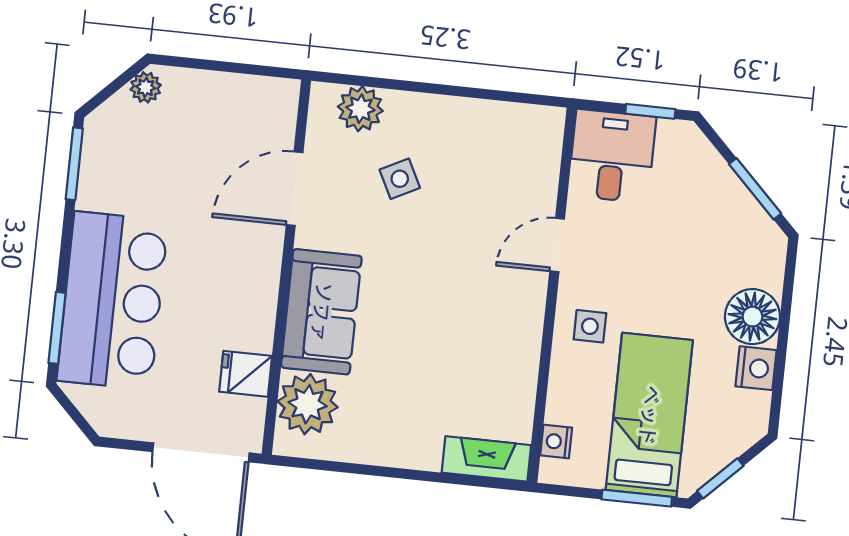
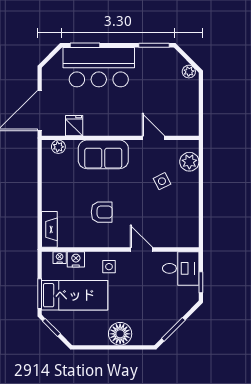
door: (295, 189) -> (153, 138), width x0.73
armchair: (458, 330) -> (102, 212), added
nightstand: (756, 368) -> (76, 259), moved, turned 180
plant: (308, 404) -> (58, 147), width x0.53, depth x0.53

